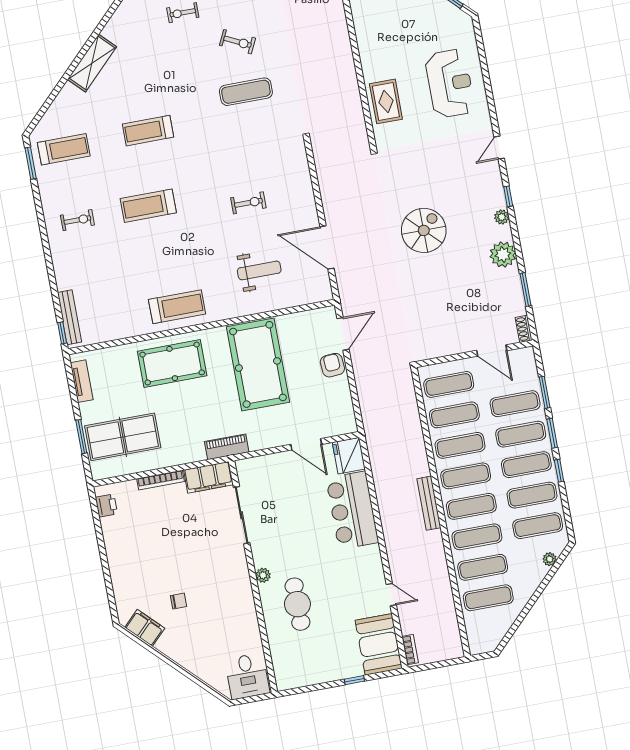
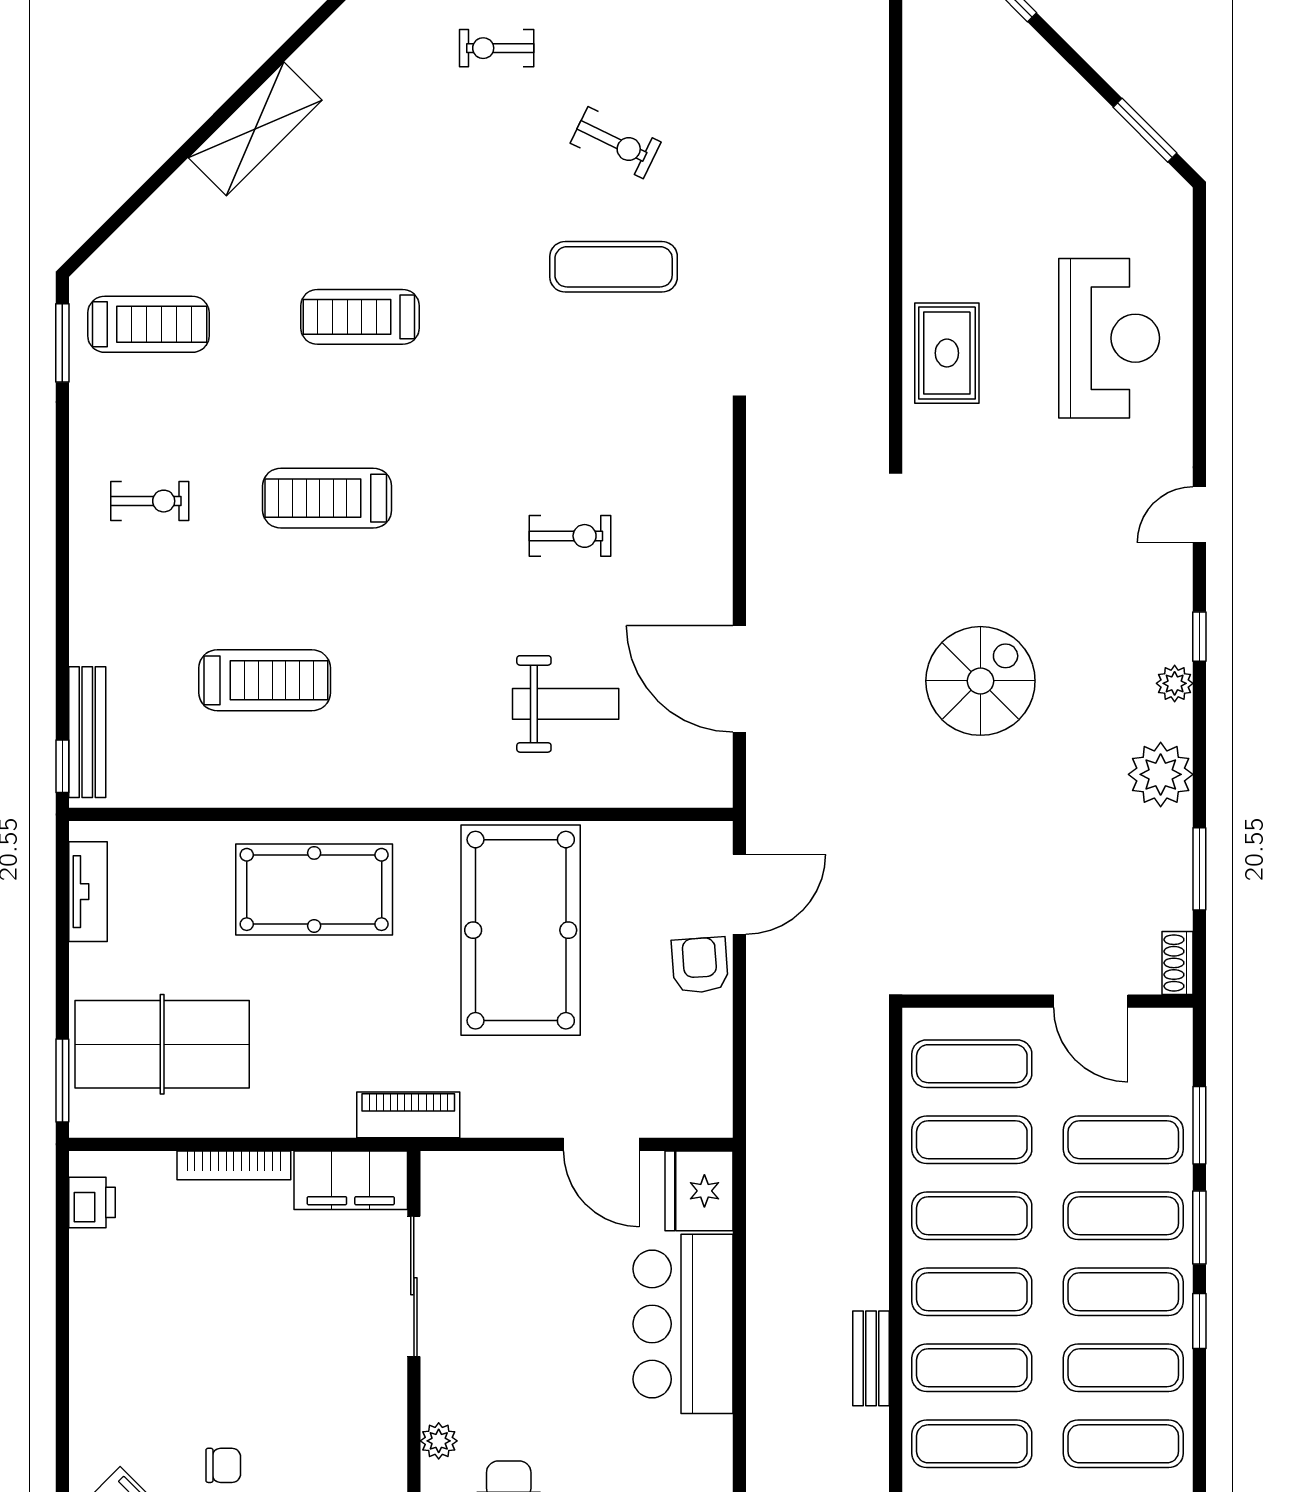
treadmill: (177, 307) -> (265, 680), moved
window: (81, 437) -> (62, 1081), moved
bench: (429, 503) -> (871, 1358), width x0.73

